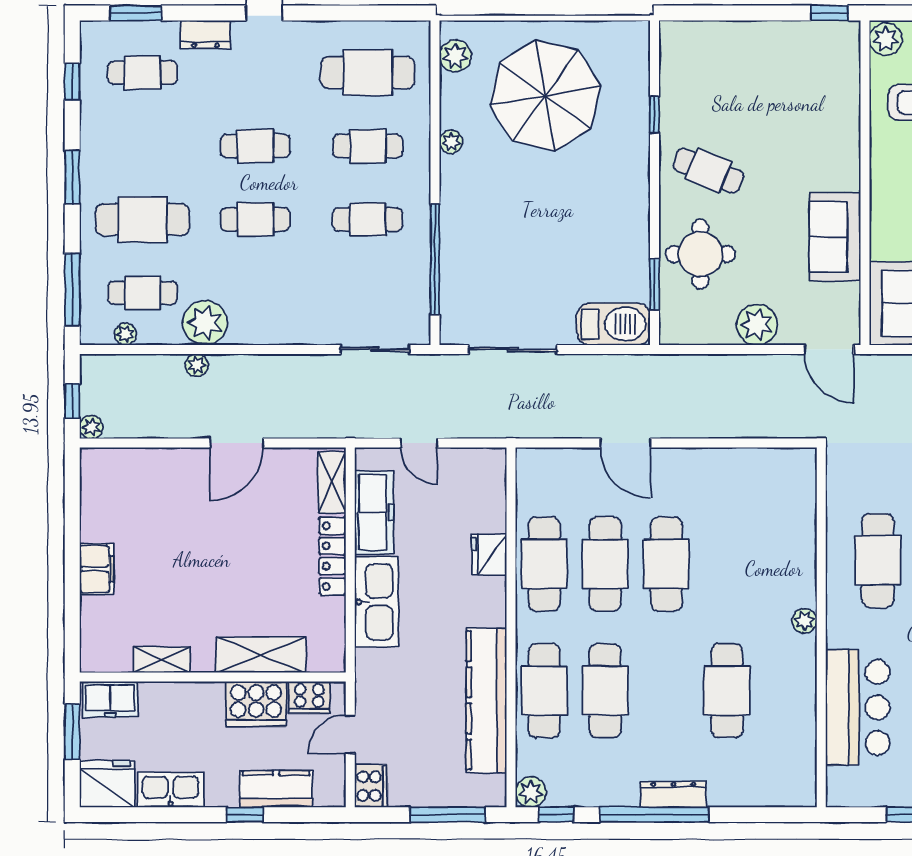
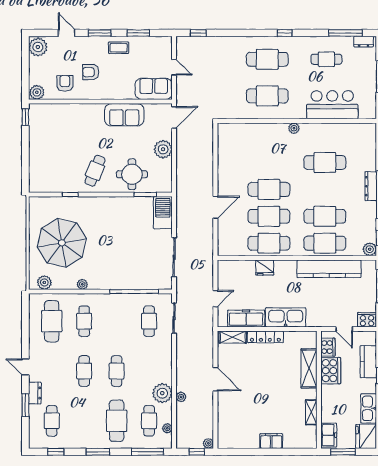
window: (136, 13) -> (25, 405), moved
cafe table: (368, 219) -> (149, 321), moved

